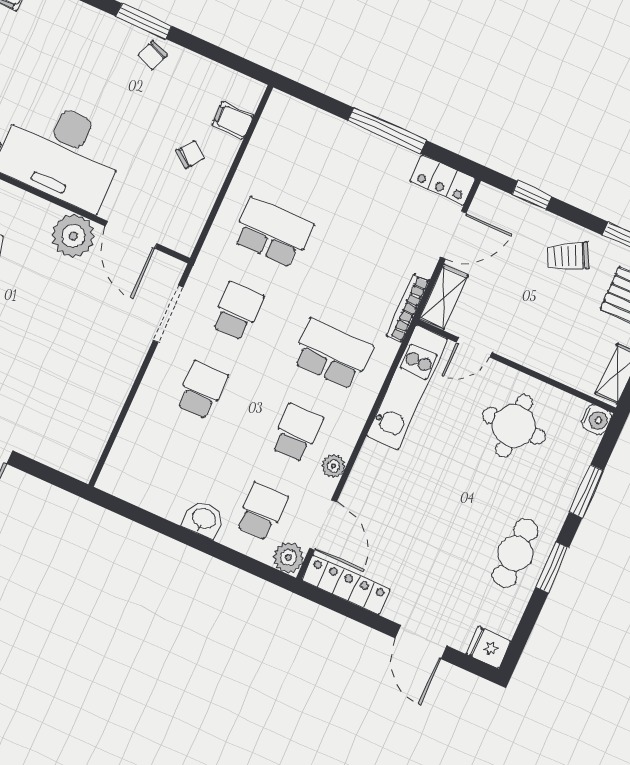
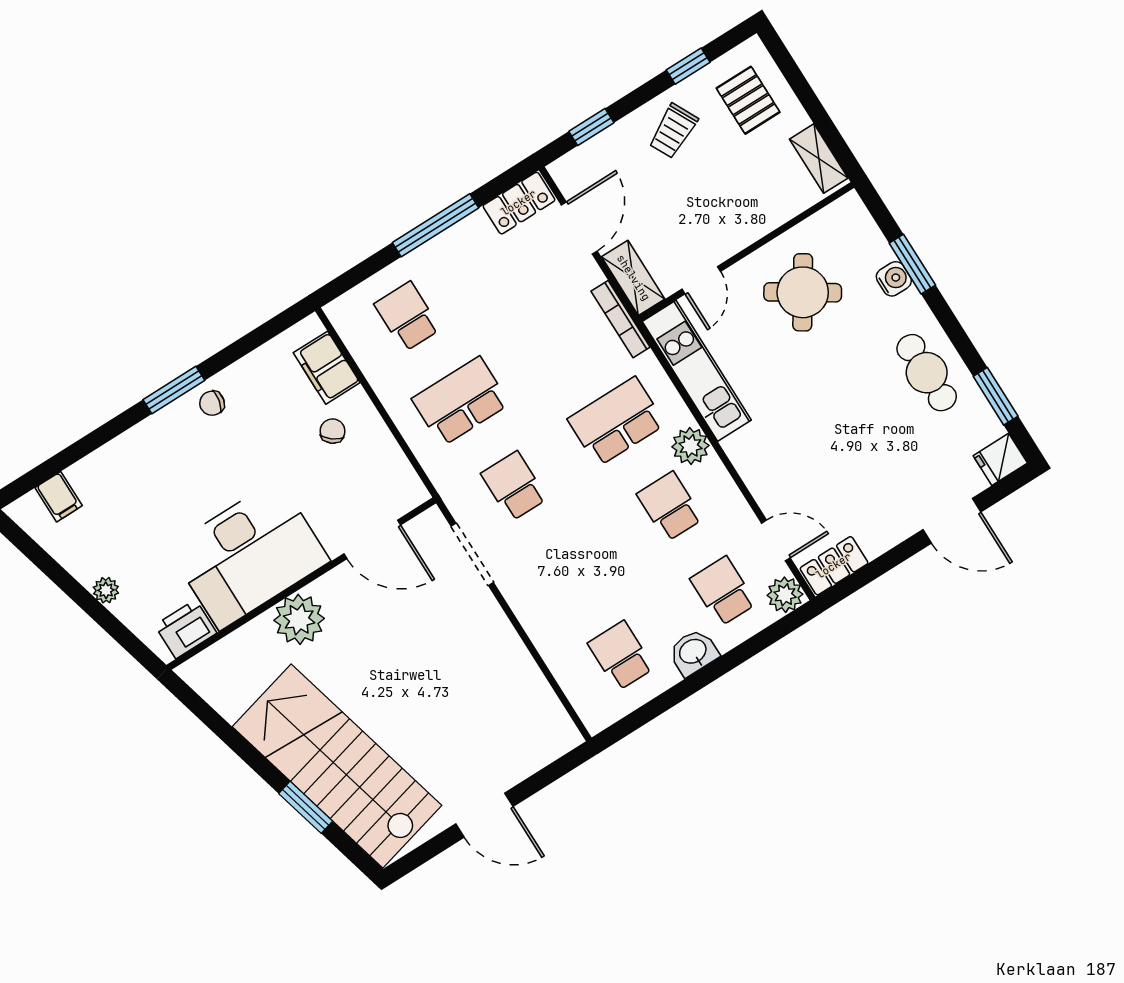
chair: (153, 55) -> (212, 403), turned 80
filing cabinet: (233, 120) -> (327, 368), width x2.00
school desk: (308, 154) -> (407, 317), added
plant: (73, 236) -> (299, 619), moved
school desk: (202, 390) -> (621, 656), moved
water cooler: (596, 420) -> (894, 279), moved
round table: (514, 426) -> (803, 292), turned 33
plant: (333, 466) -> (690, 446), moved, width x1.38, depth x1.38
door: (323, 525) -> (776, 540), width x0.73
window: (552, 568) -> (996, 396), moved
locker: (346, 585) -> (834, 566), width x0.66

